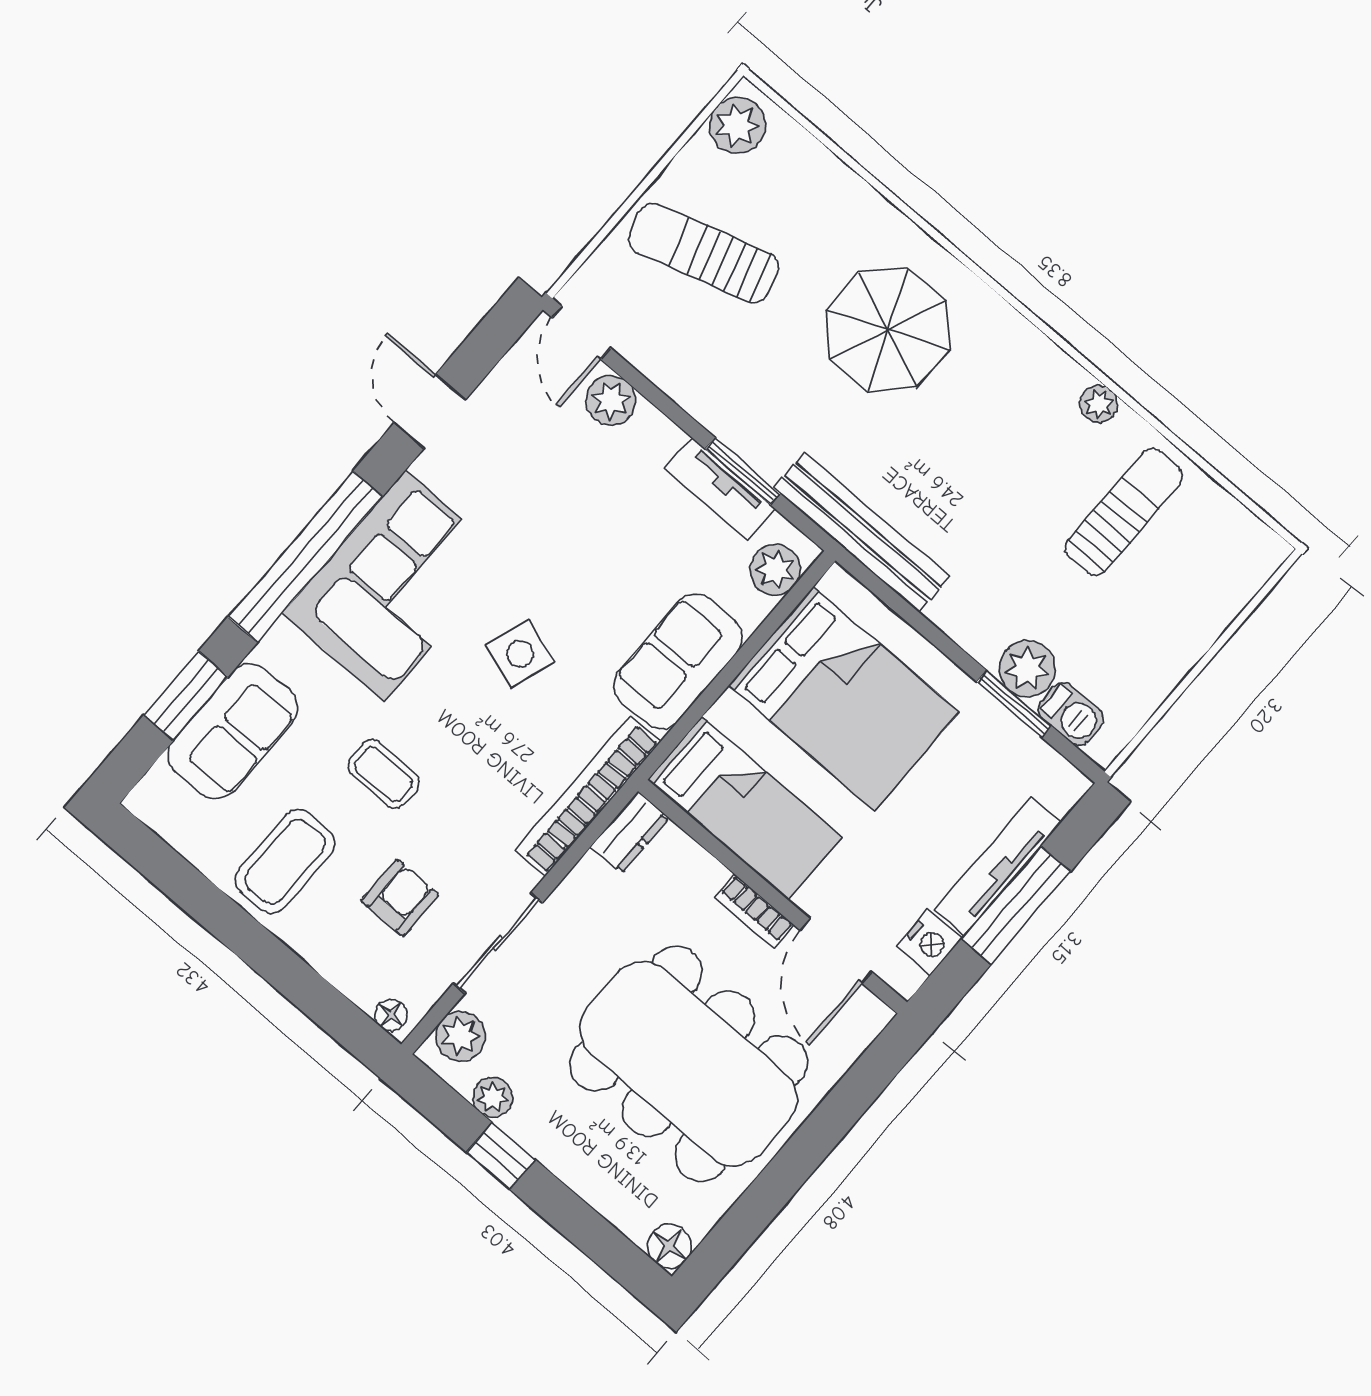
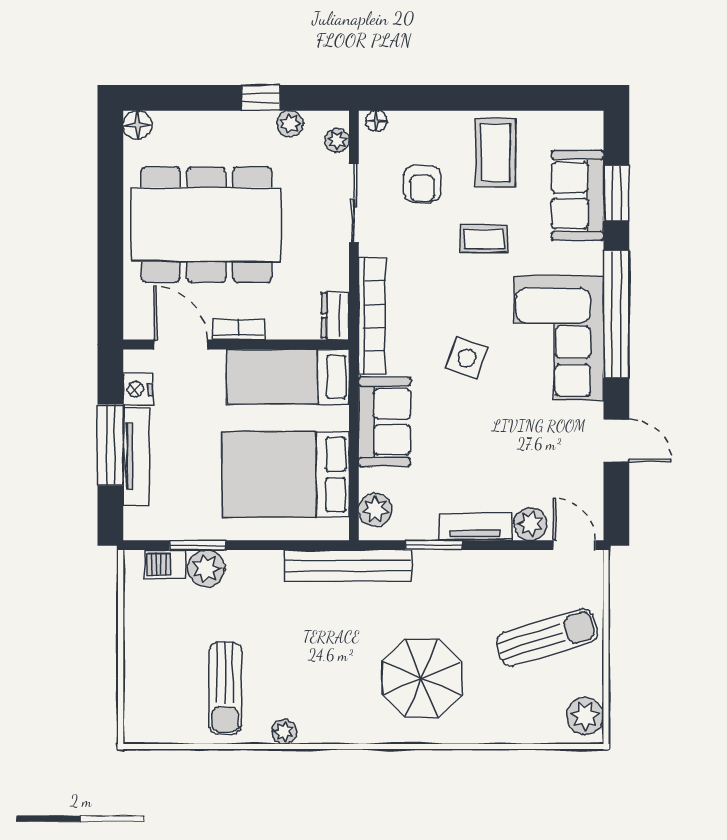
tv unit: (720, 489) -> (475, 526), moved
plant: (460, 1036) -> (337, 140), width x0.73, depth x0.73

